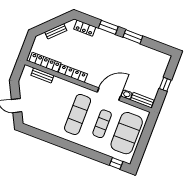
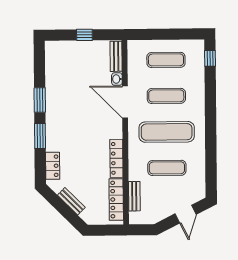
exercise mat: (53, 105) -> (167, 168), added
exercise mat: (127, 133) -> (166, 60), width x0.50, depth x0.69

